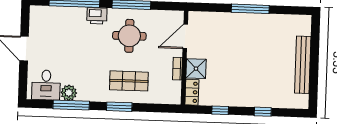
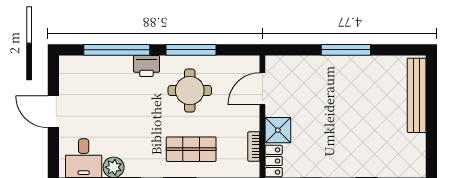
bench: (303, 65) -> (417, 95), moved
bookcase: (177, 69) -> (254, 146), moved

